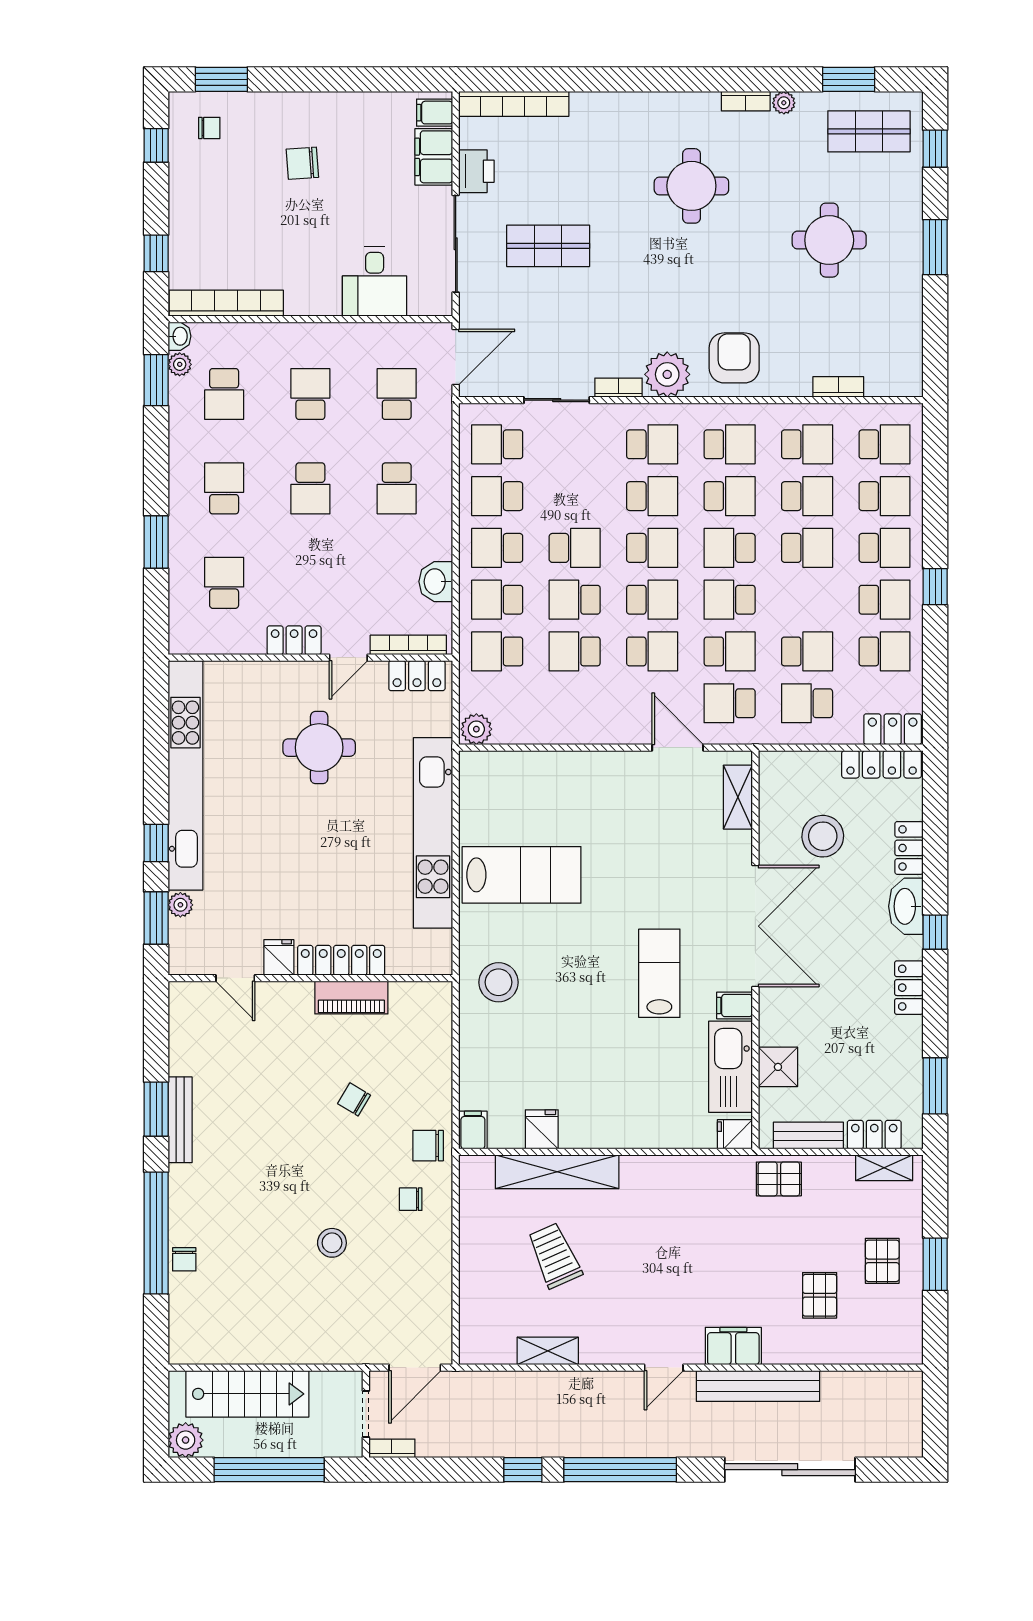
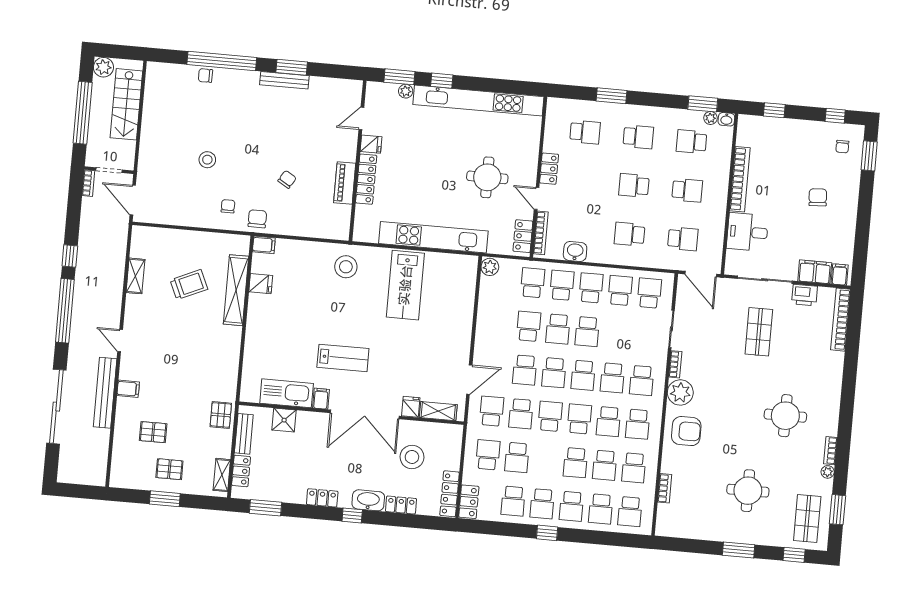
bookcase: (226, 303) -> (740, 179), moved
school desk: (575, 600) -> (558, 329), turned 180
fridge: (735, 1134) -> (411, 407), moved
filing cabinet: (733, 1346) -> (128, 389), width x0.50

